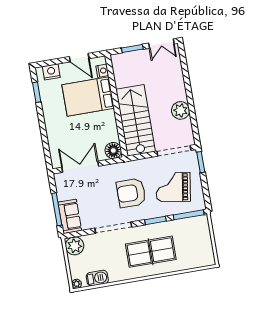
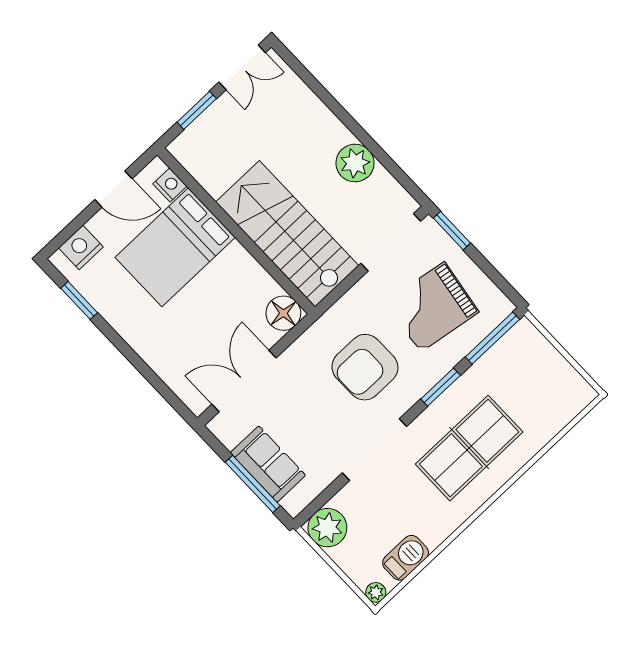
sofa: (70, 216) -> (268, 464), moved

